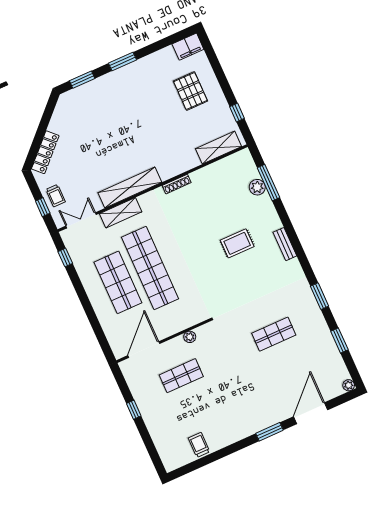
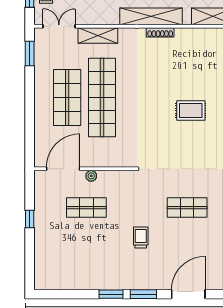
shelving: (130, 187) -> (151, 16), moved
window: (65, 257) -> (30, 53), width x1.50
plant: (190, 337) -> (91, 176), moved
trolley: (199, 445) -> (141, 238), moved
window: (240, 445) -> (111, 294), added

